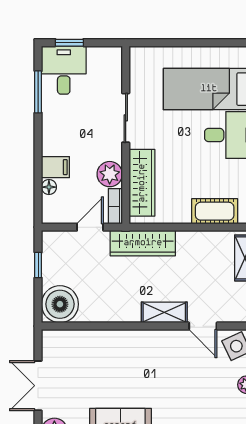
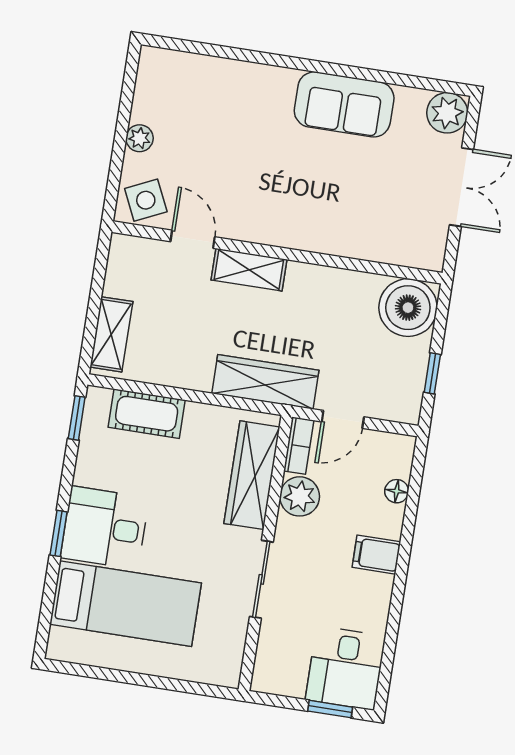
window: (38, 92) -> (390, 641), removed
filing cabinet: (55, 167) -> (376, 555), moved

